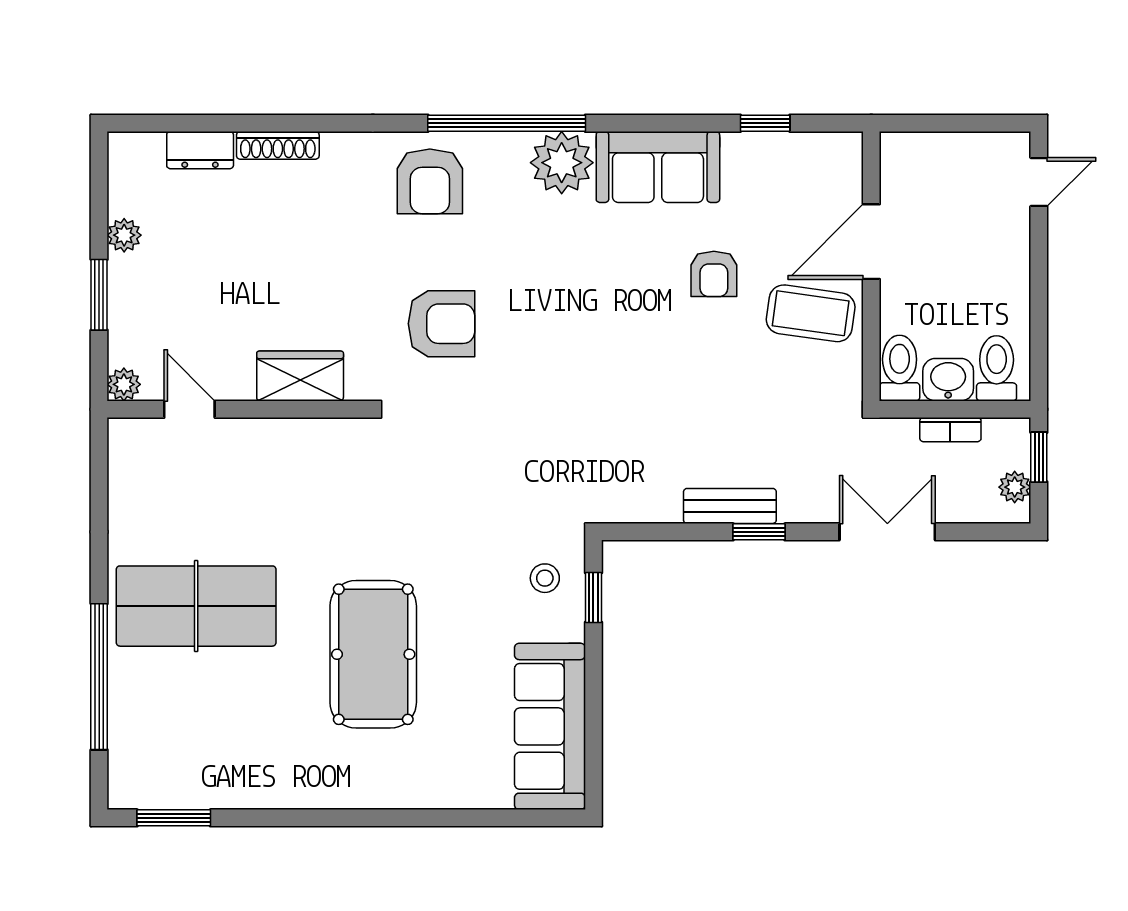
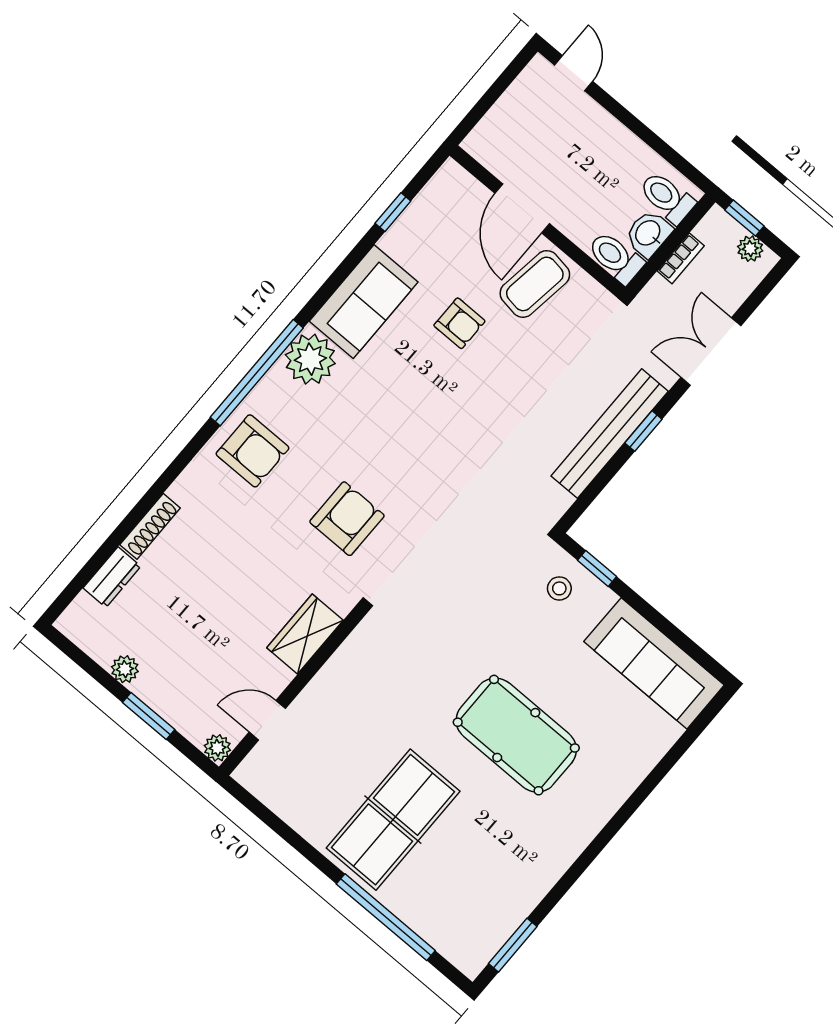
bench: (730, 506) -> (610, 434), width x1.86, depth x1.21

